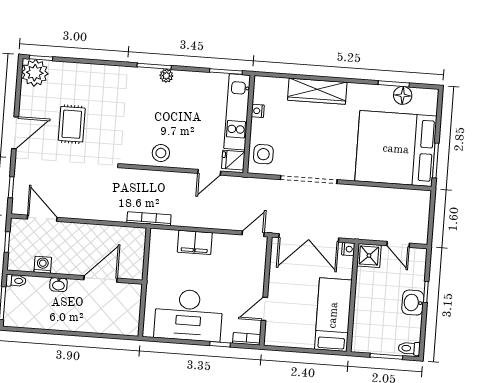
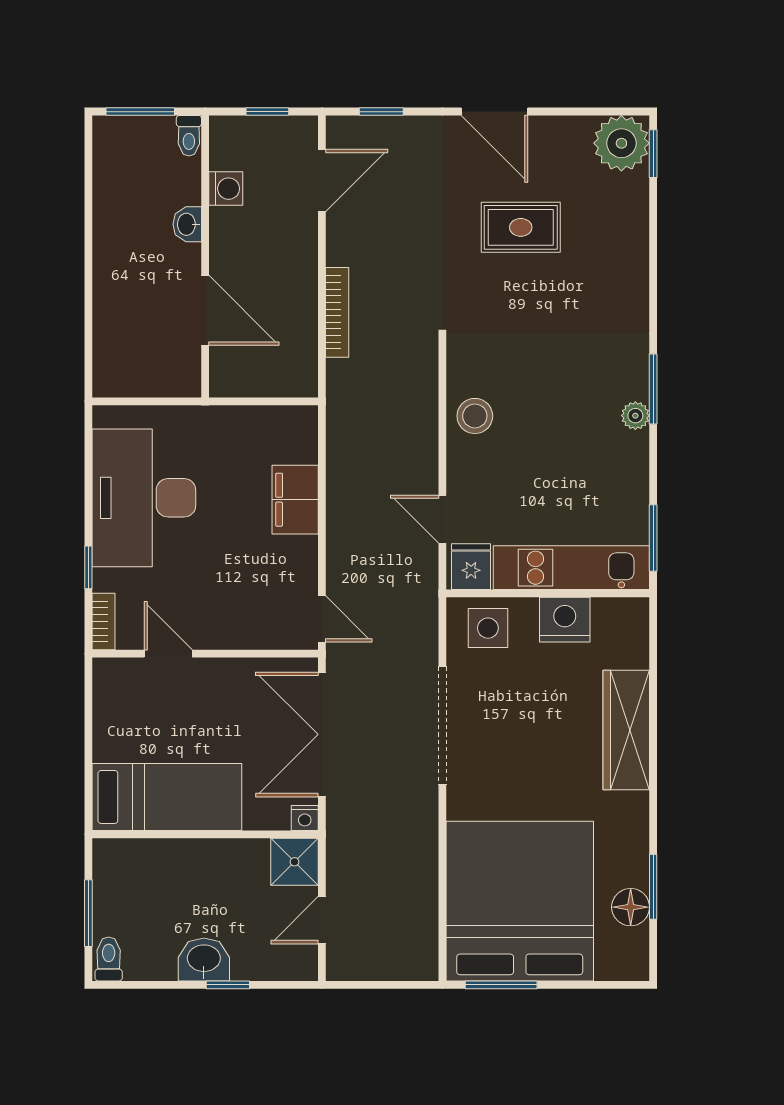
nightstand: (258, 111) -> (565, 620), width x1.89, depth x1.79
bookcase: (149, 219) -> (337, 312), moved

